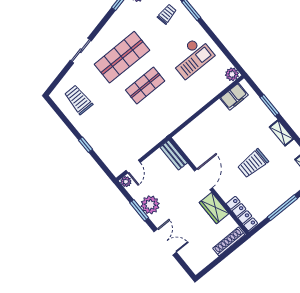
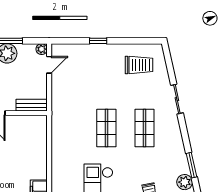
shop shelf: (122, 57) -> (145, 128), width x0.70, depth x0.74
door: (133, 166) -> (49, 65), swing flipped

